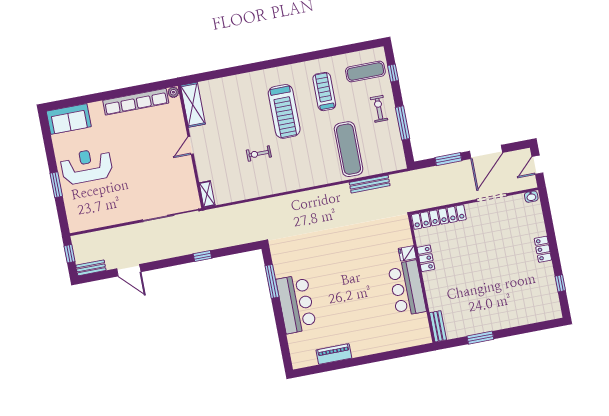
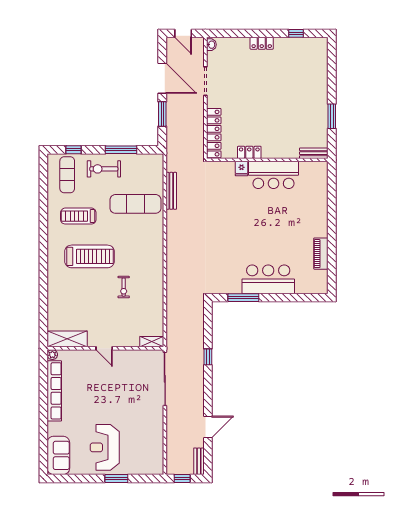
exercise bike: (379, 109) -> (104, 169), width x1.38, depth x1.39

